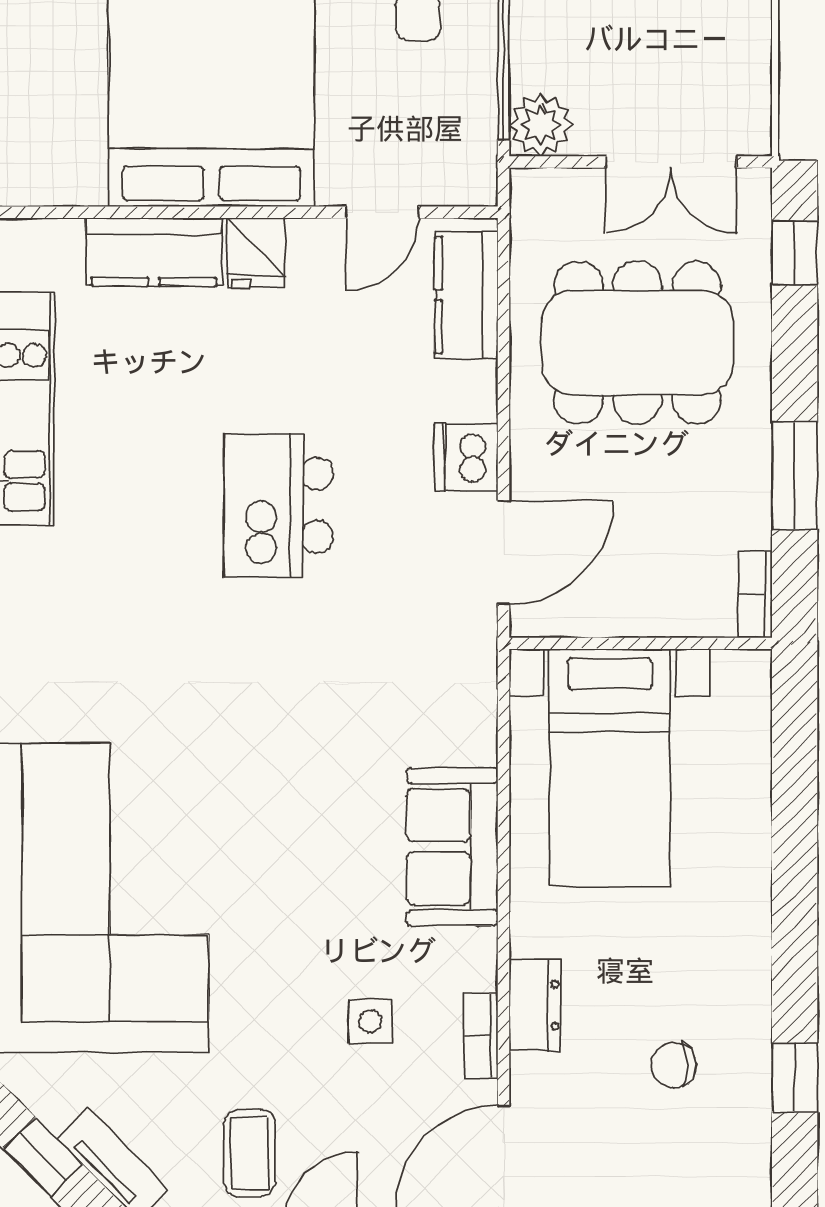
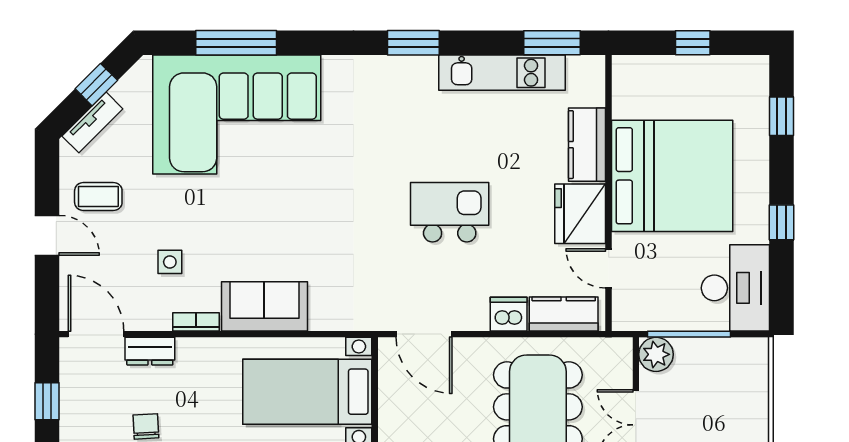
fridge: (256, 253) -> (580, 214), width x1.88, depth x1.34
dishwasher: (466, 457) -> (509, 314), moved
dresser: (535, 1005) -> (150, 351), moved
bookcase: (481, 1036) -> (196, 322), moved

